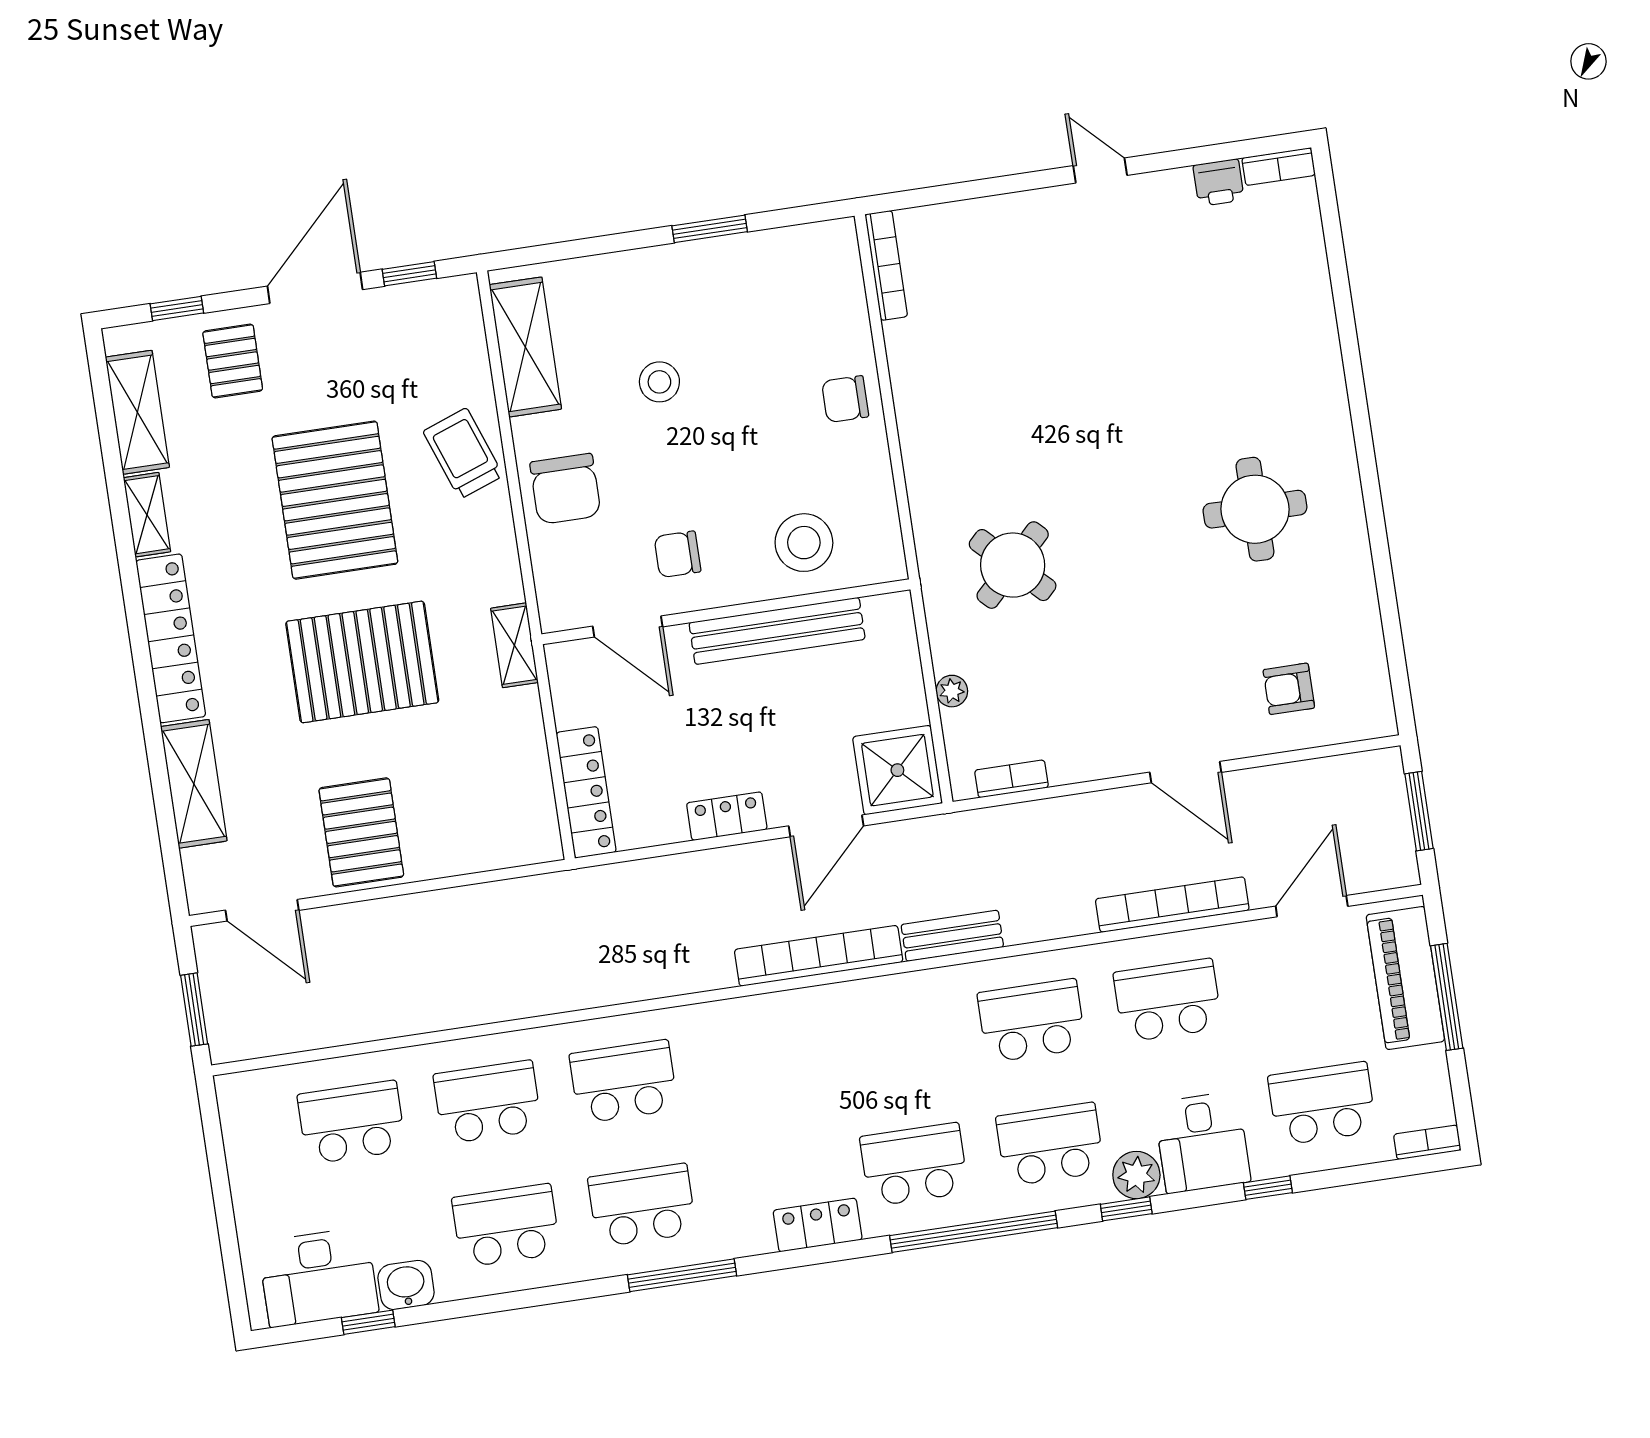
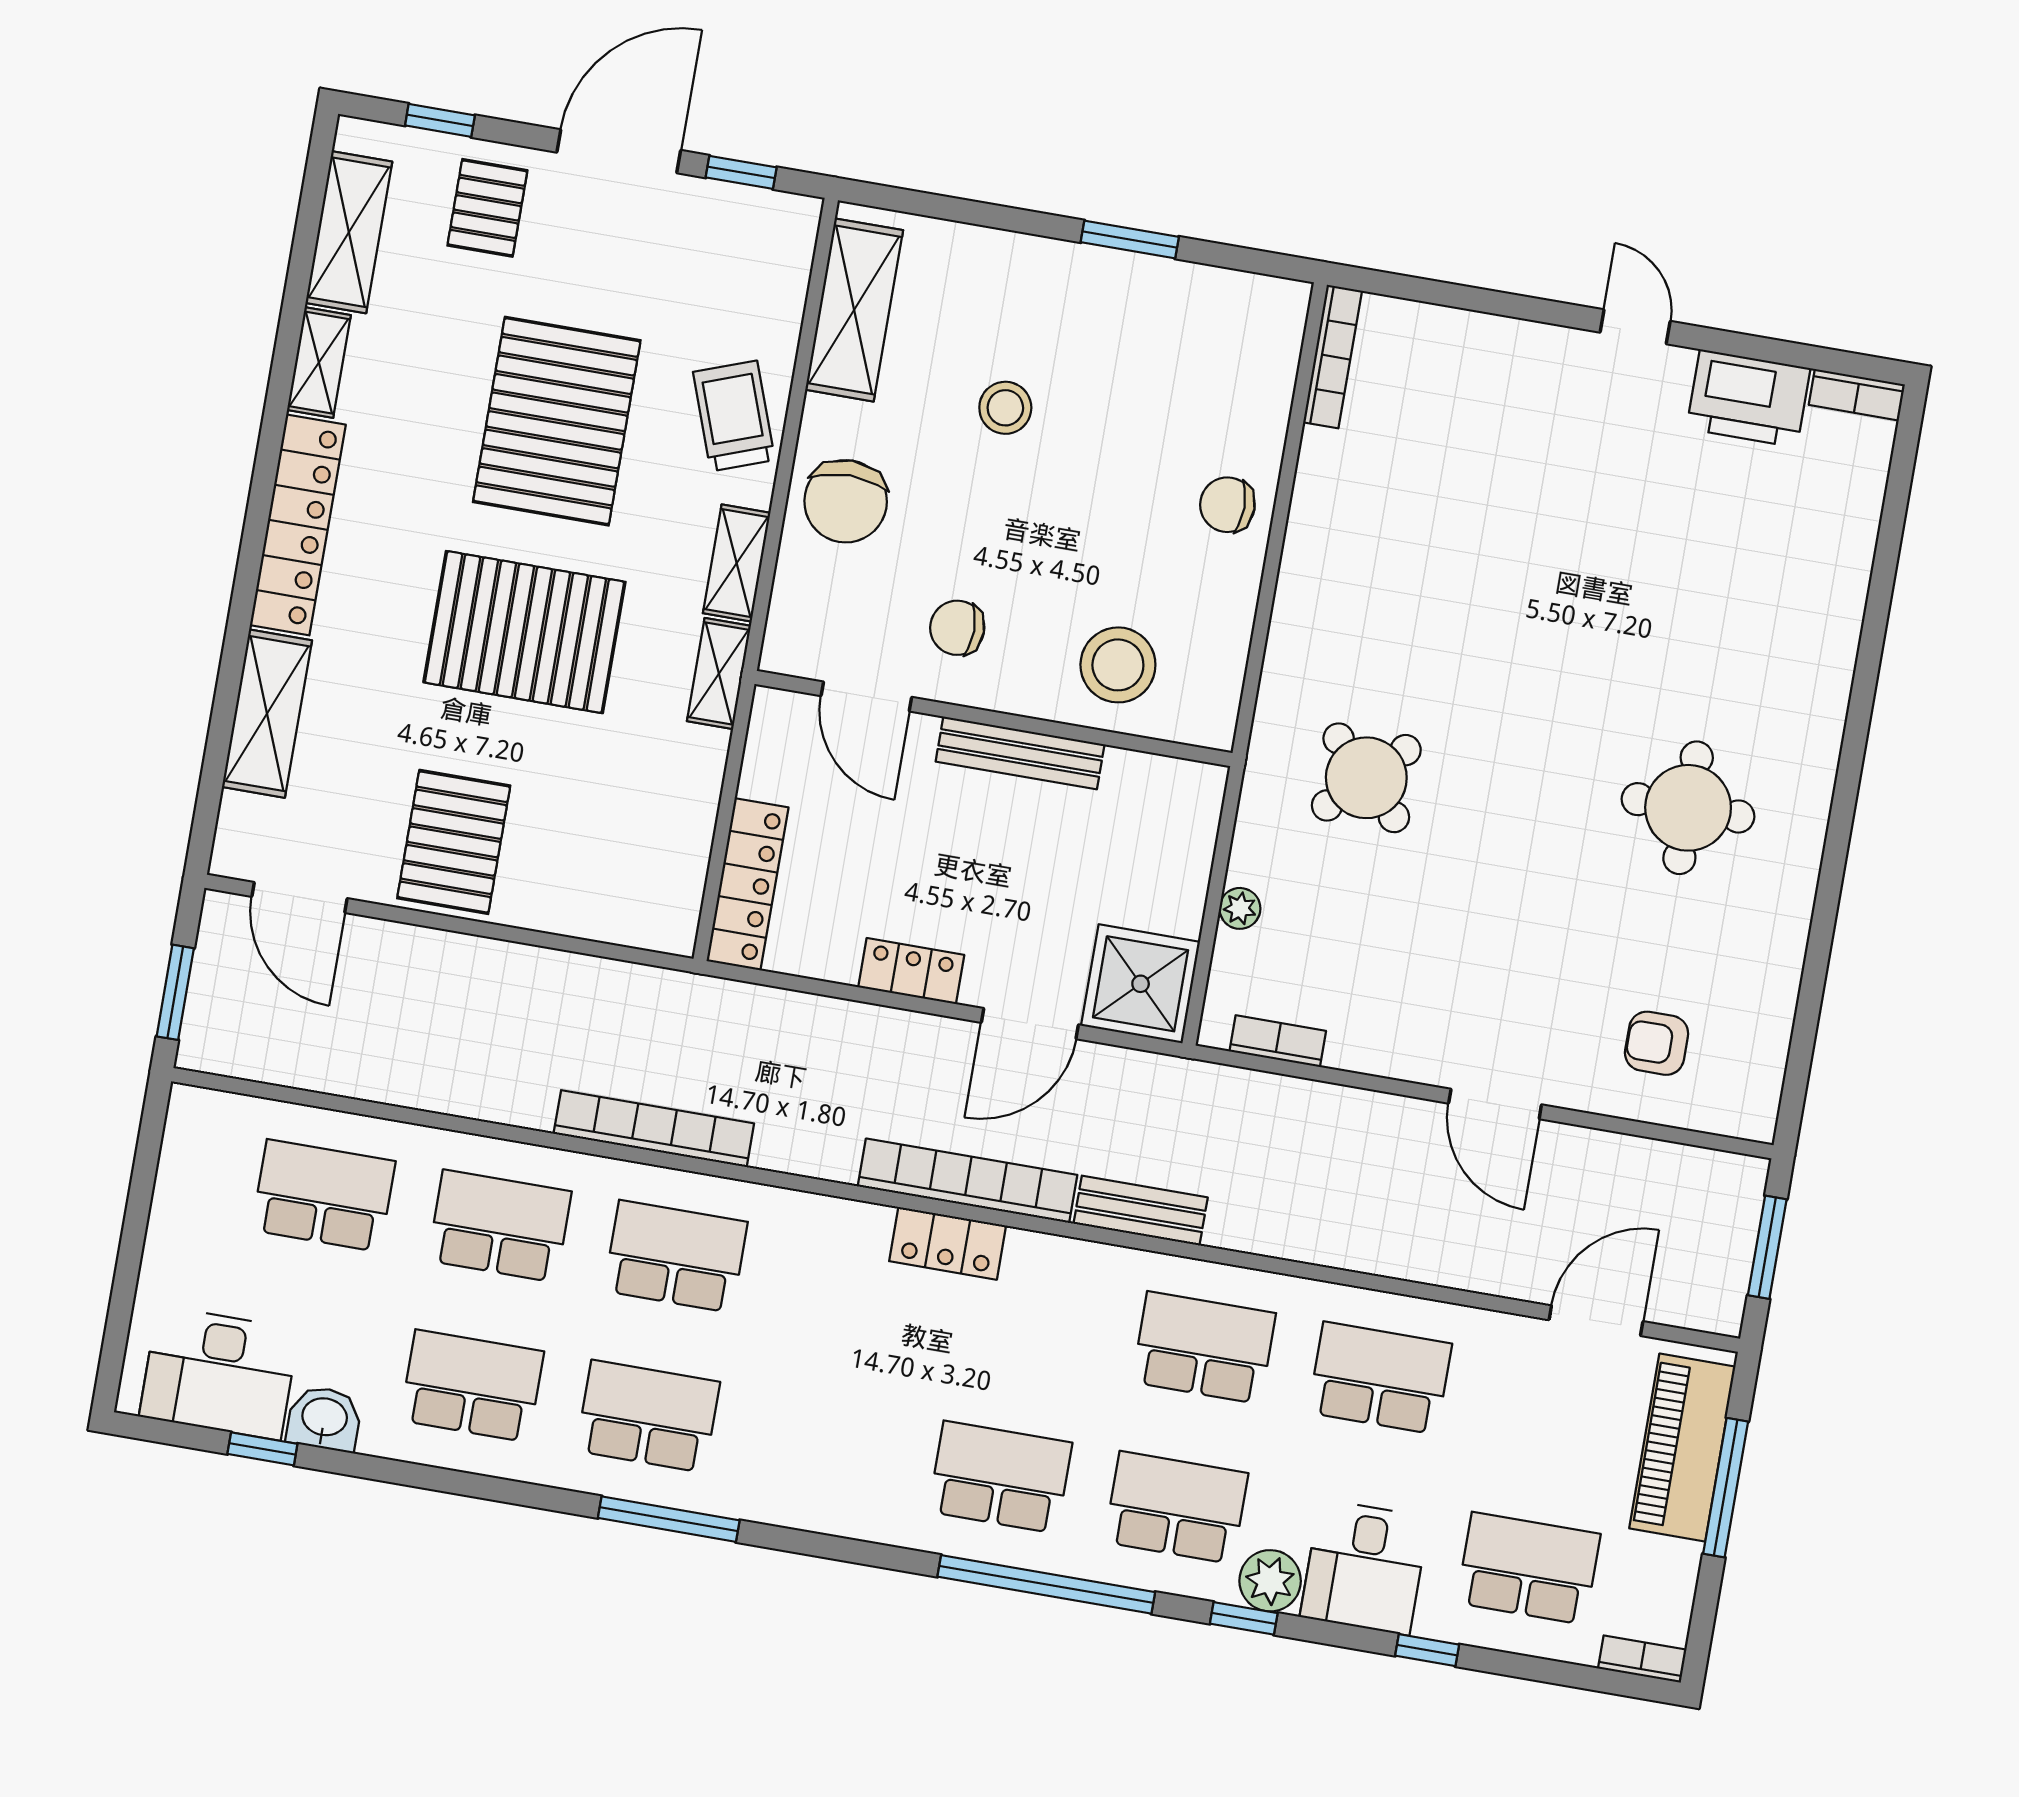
printer: (1219, 183) -> (1748, 398), width x1.87, depth x1.48
shelving: (501, 560) -> (737, 563), added
bench: (777, 631) -> (1020, 753), width x0.73, depth x0.82
bookcase: (1172, 905) -> (654, 1129), moved
locker: (818, 1225) -> (948, 1243), moved, turned 180

